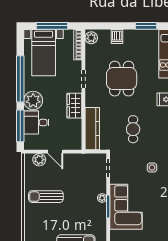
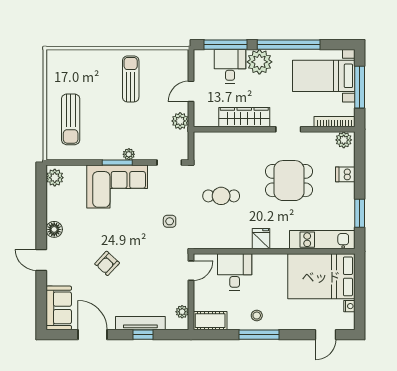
wardrobe: (74, 106) -> (244, 117), width x1.50
kitchen counter: (92, 129) -> (222, 141), removed
plant: (39, 160) -> (180, 121), moved

